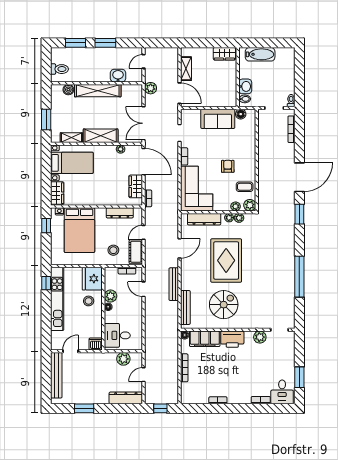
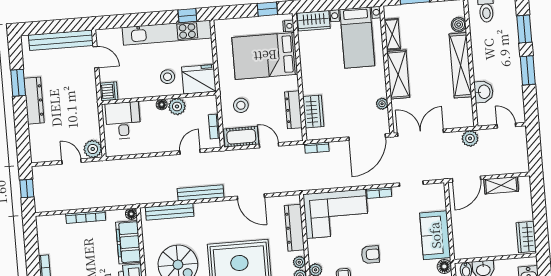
wardrobe: (136, 186) -> (313, 112), moved, turned 90
plant: (123, 359) -> (93, 149), moved
dresser: (126, 398) -> (34, 101), moved

